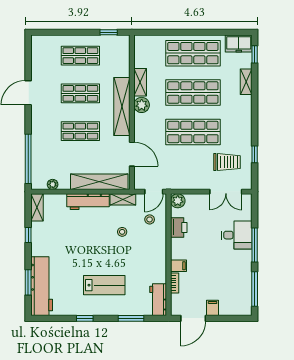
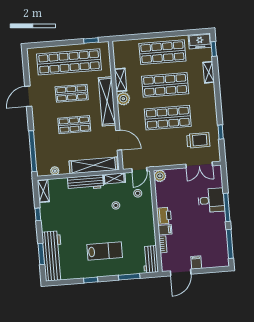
shop shelf: (80, 56) -> (69, 62), width x2.00, depth x1.36
printer: (179, 227) -> (164, 216), moved

